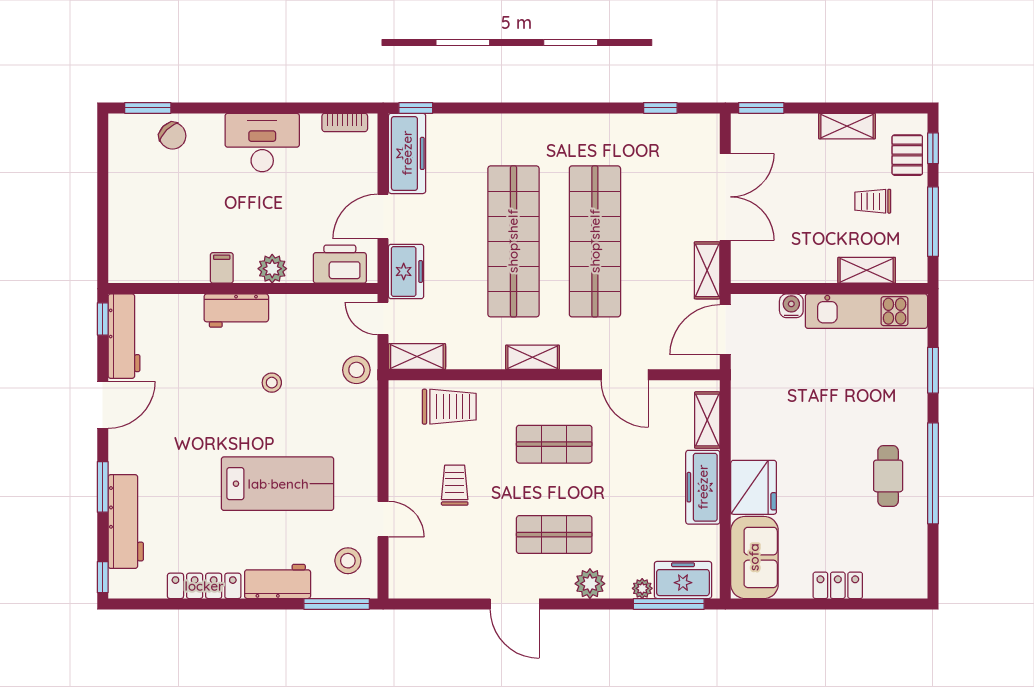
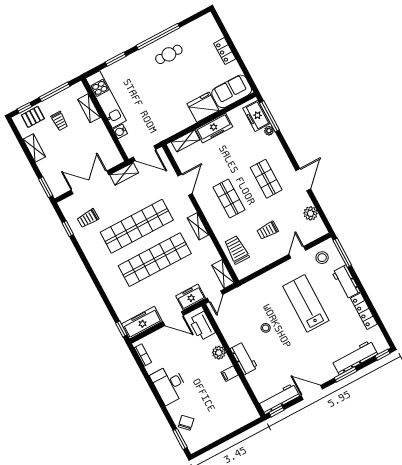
trolley: (659, 157) -> (88, 218), added
stool: (356, 370) -> (242, 296), removed
plant: (590, 584) -> (311, 213), moved

